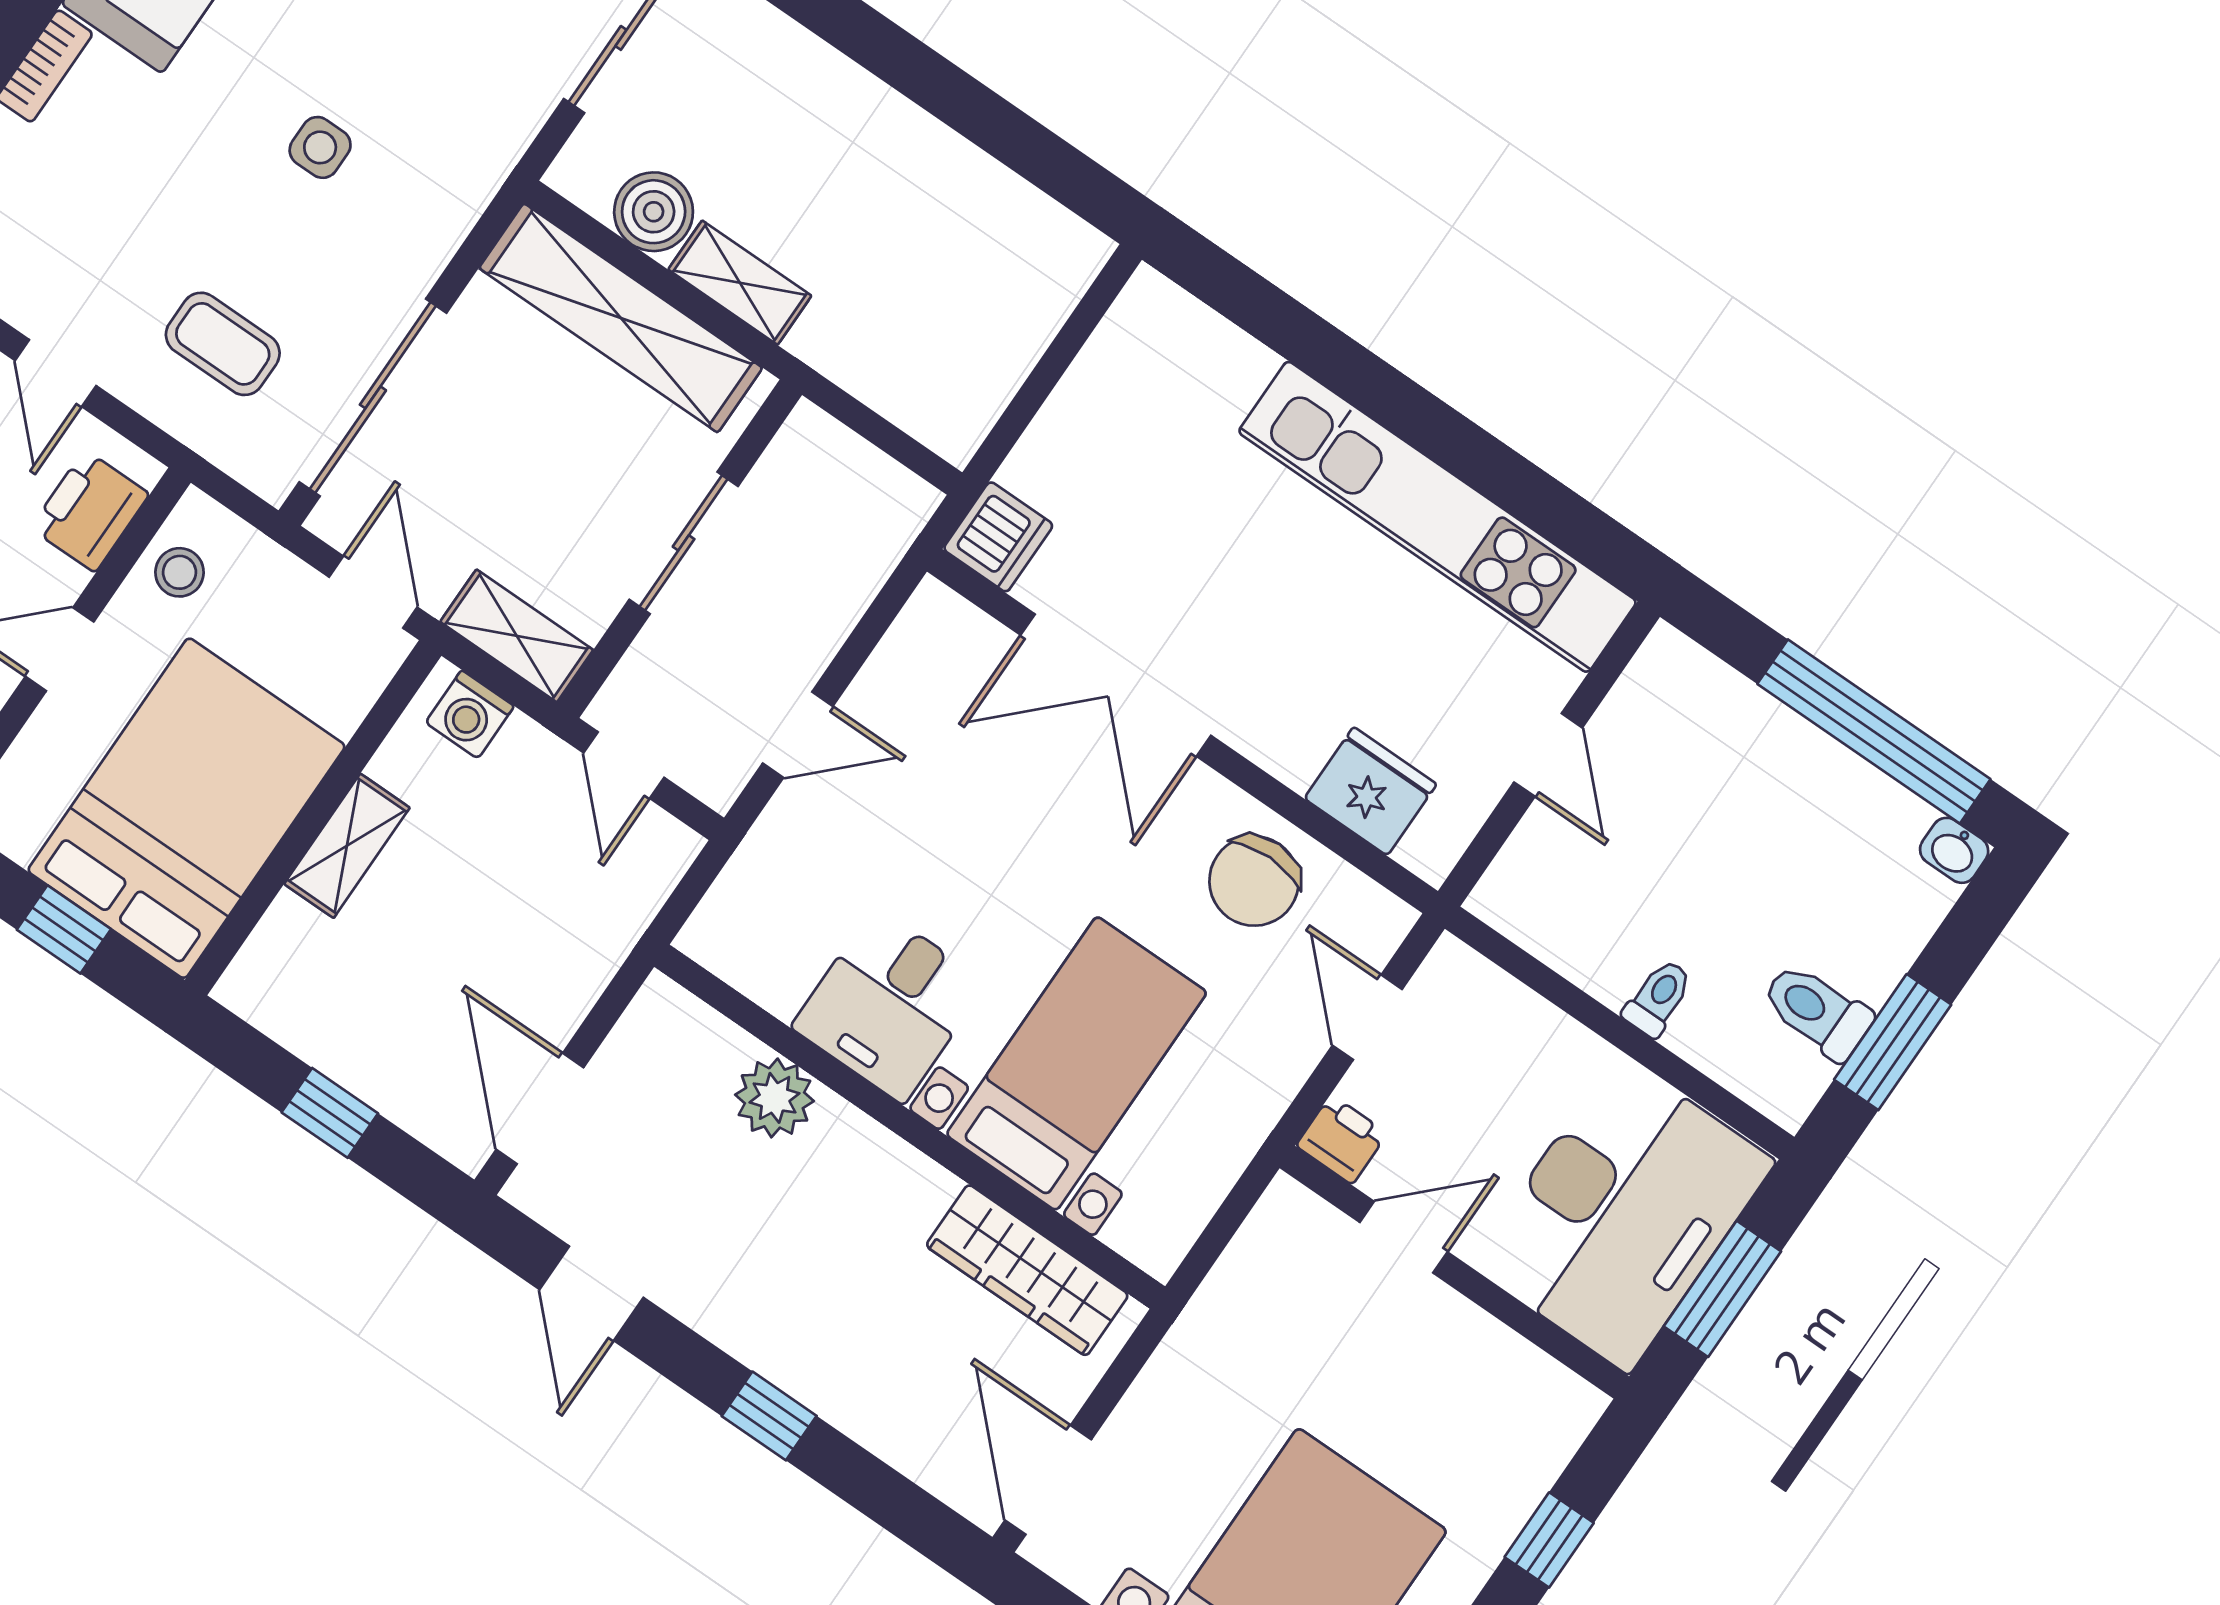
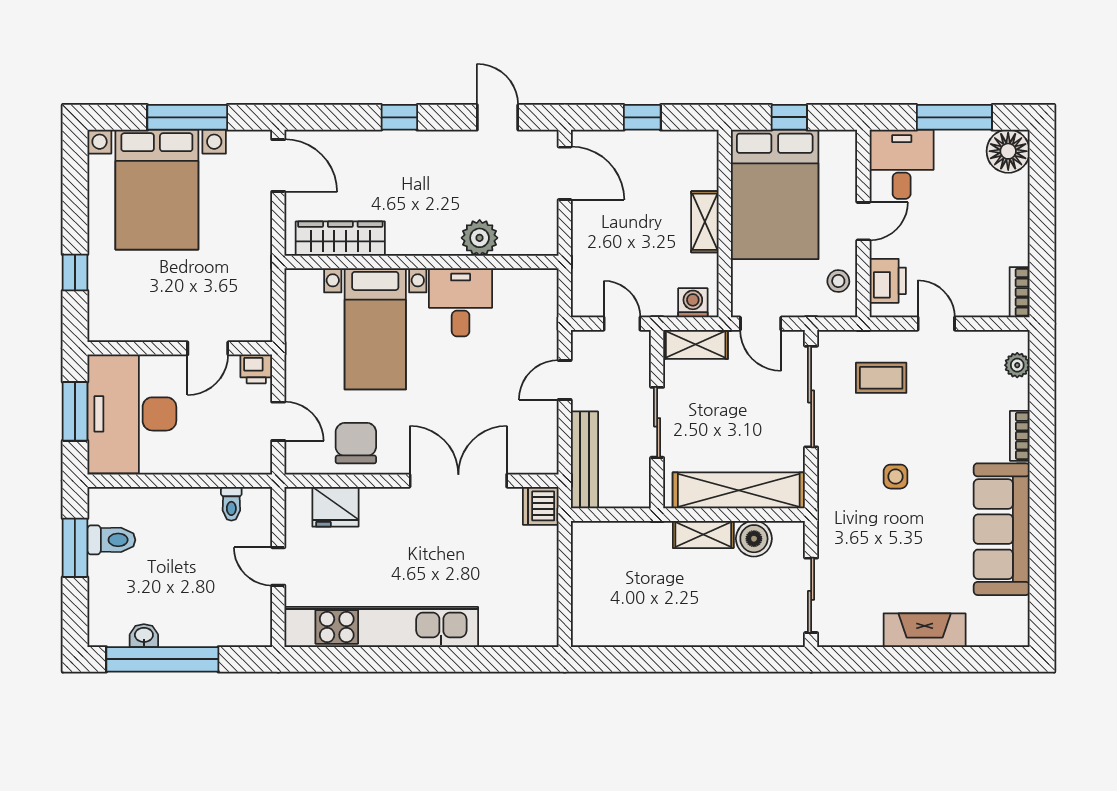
bench: (862, 566) -> (584, 460), added
washbasin: (1954, 850) -> (144, 636), moved
toilet: (1658, 998) -> (231, 504), moved

